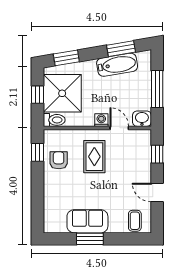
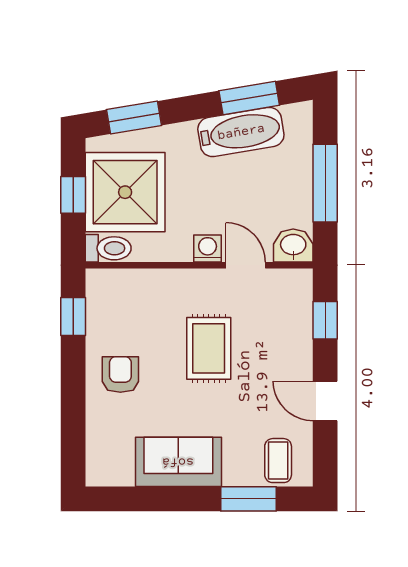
rug: (94, 157) -> (209, 348), moved
armchair: (59, 160) -> (120, 374), moved
window: (90, 239) -> (249, 499), moved

